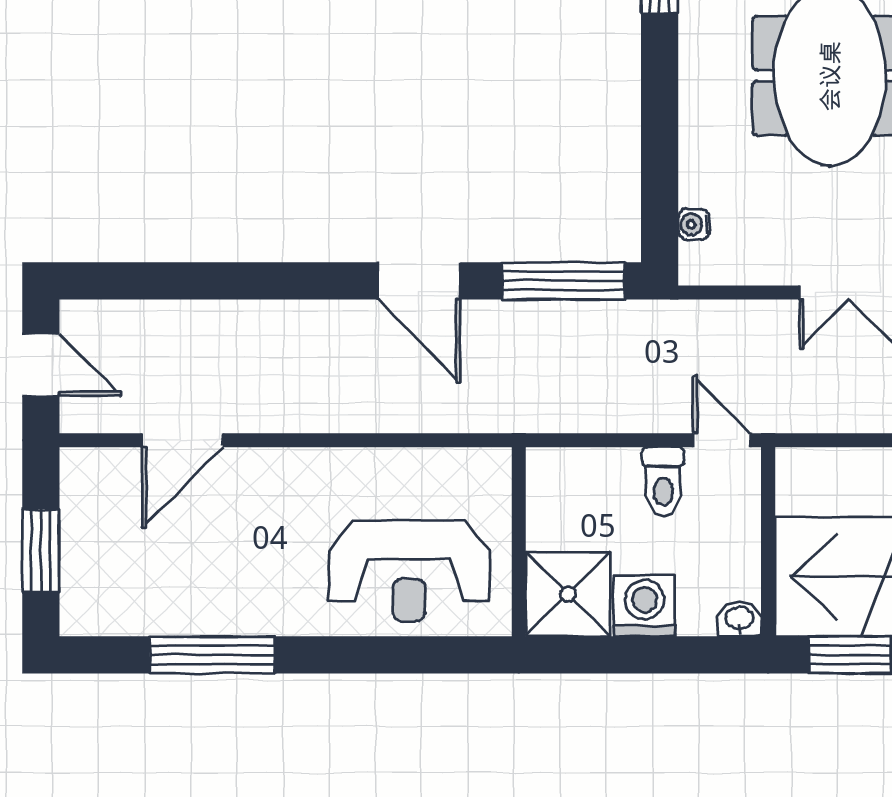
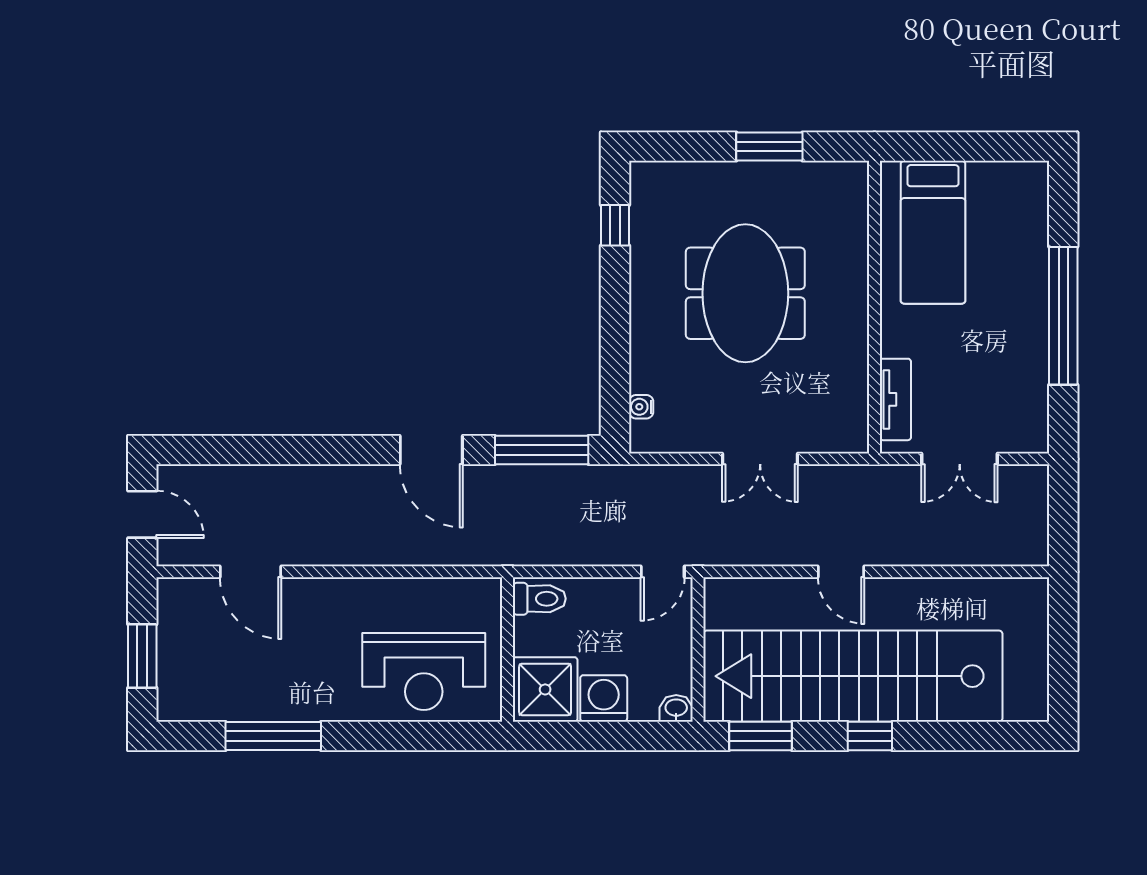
door: (183, 440) -> (251, 572), hinge flipped
door: (722, 440) -> (663, 572), swing flipped
toilet: (663, 482) -> (539, 599), moved, turned -90

